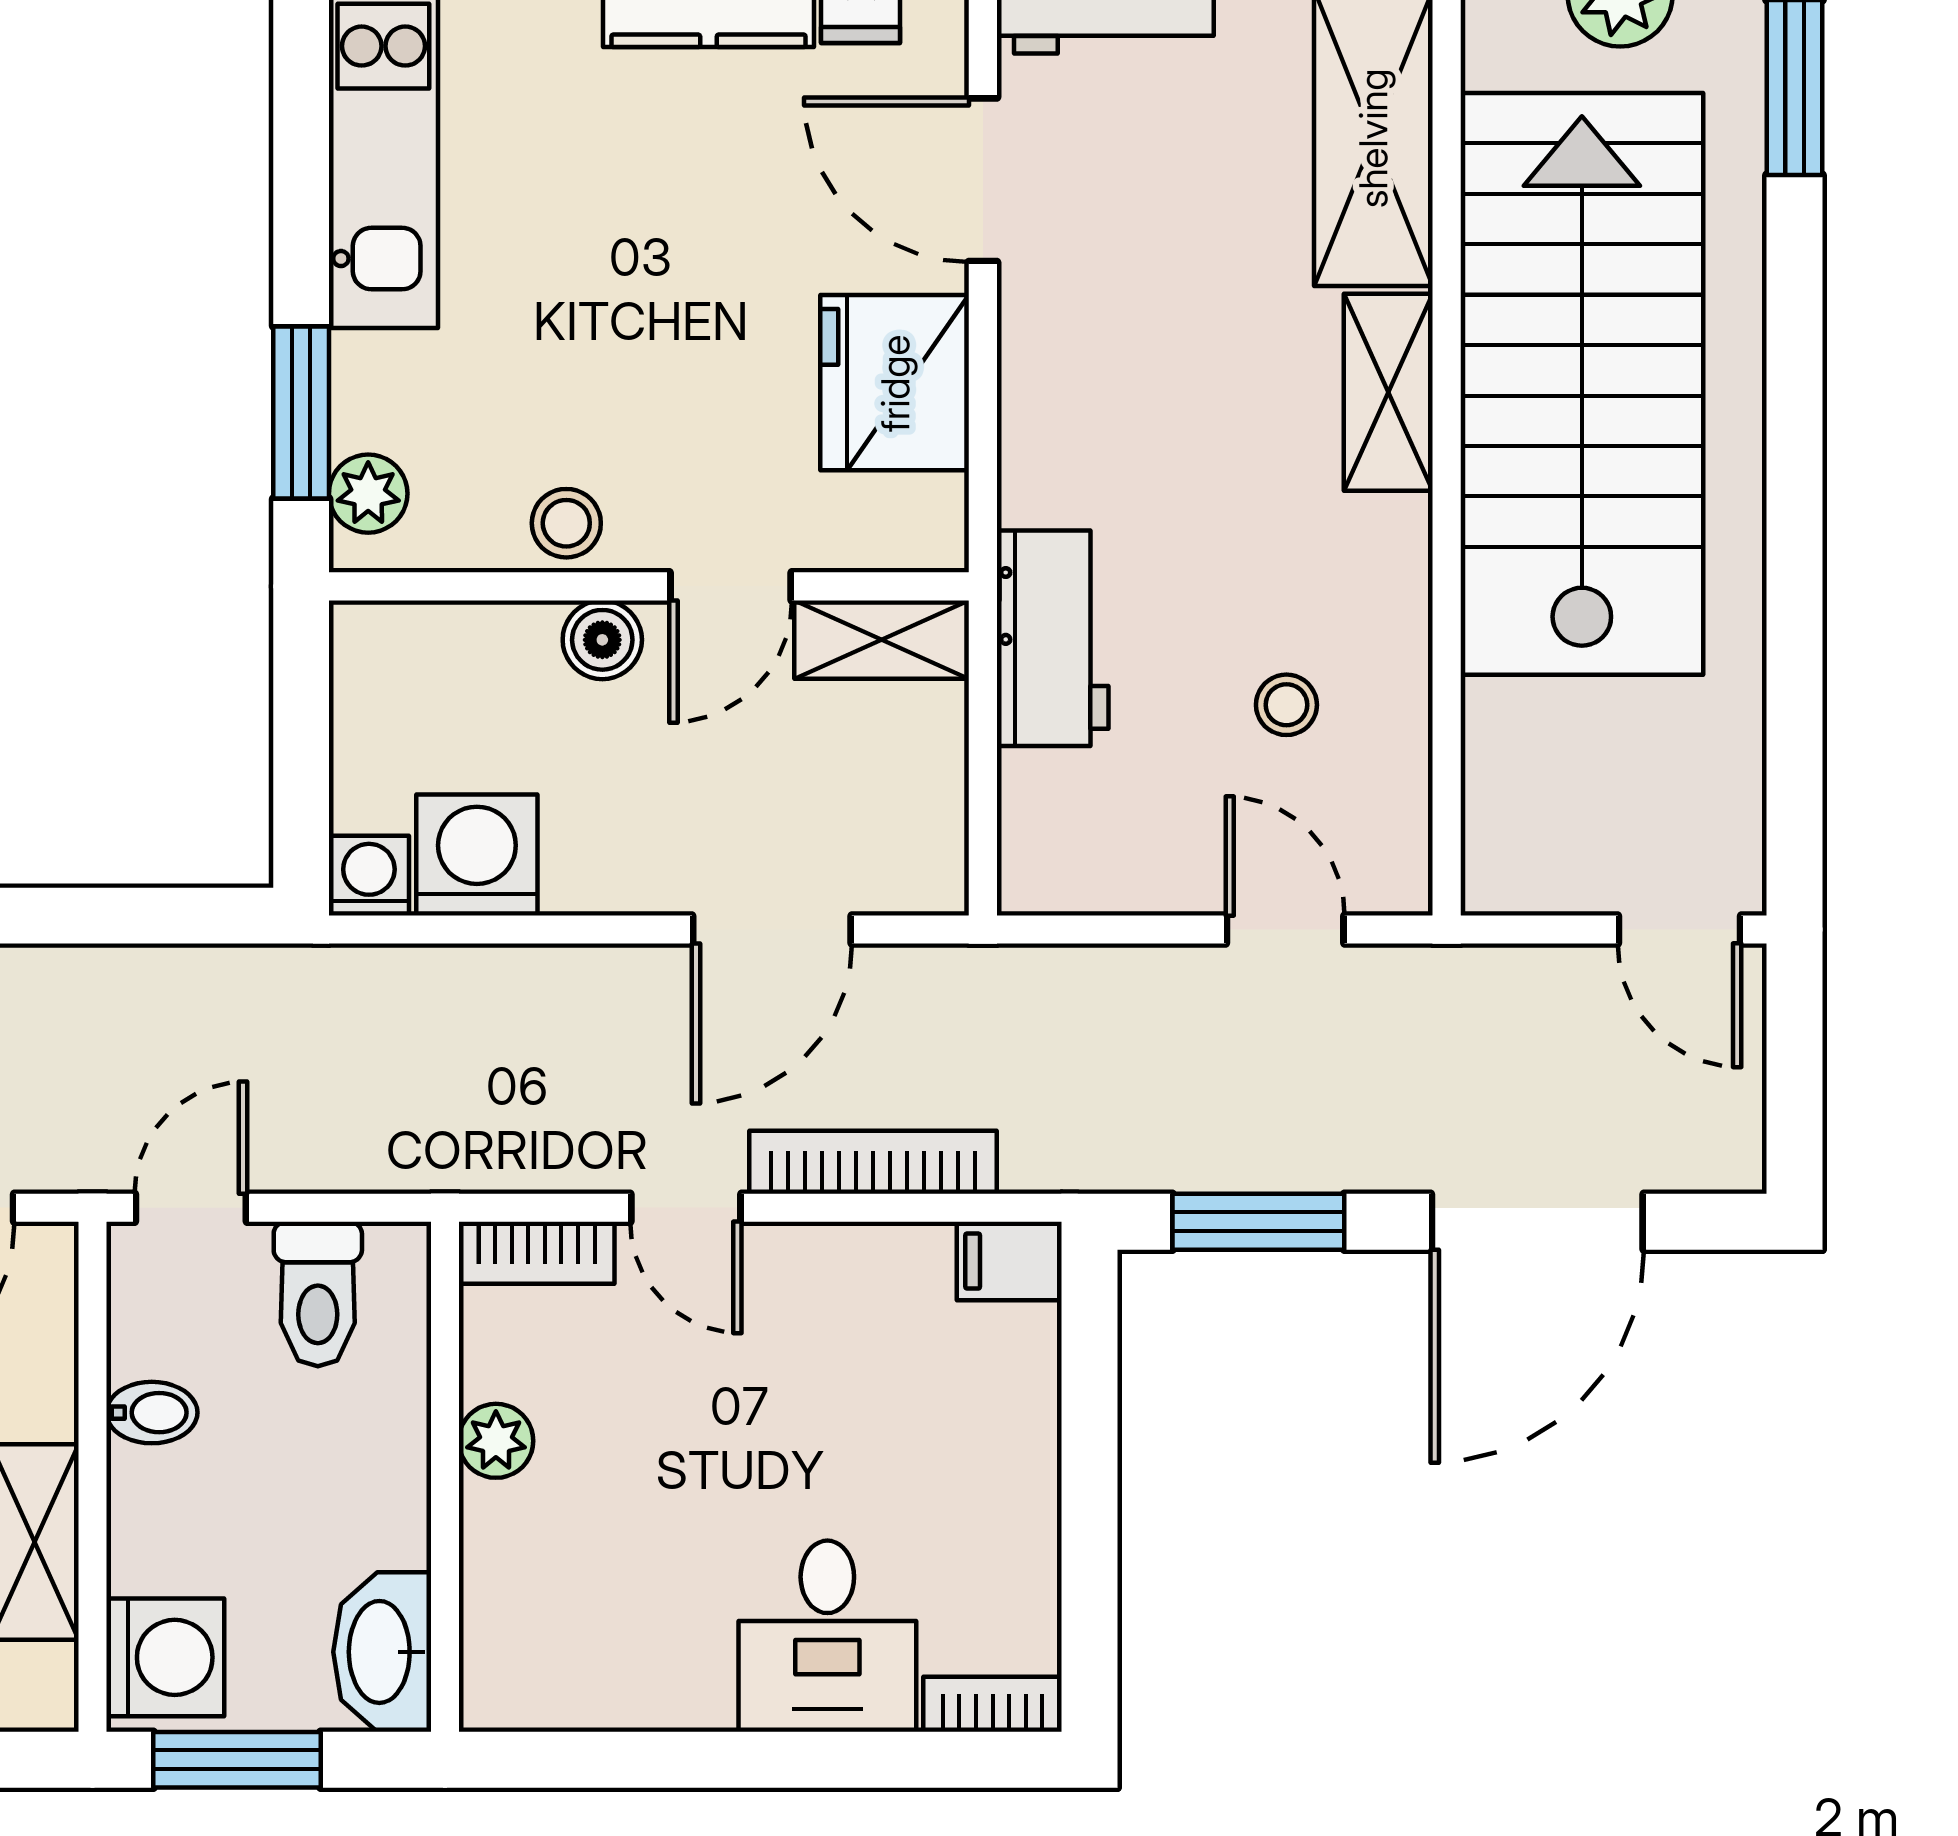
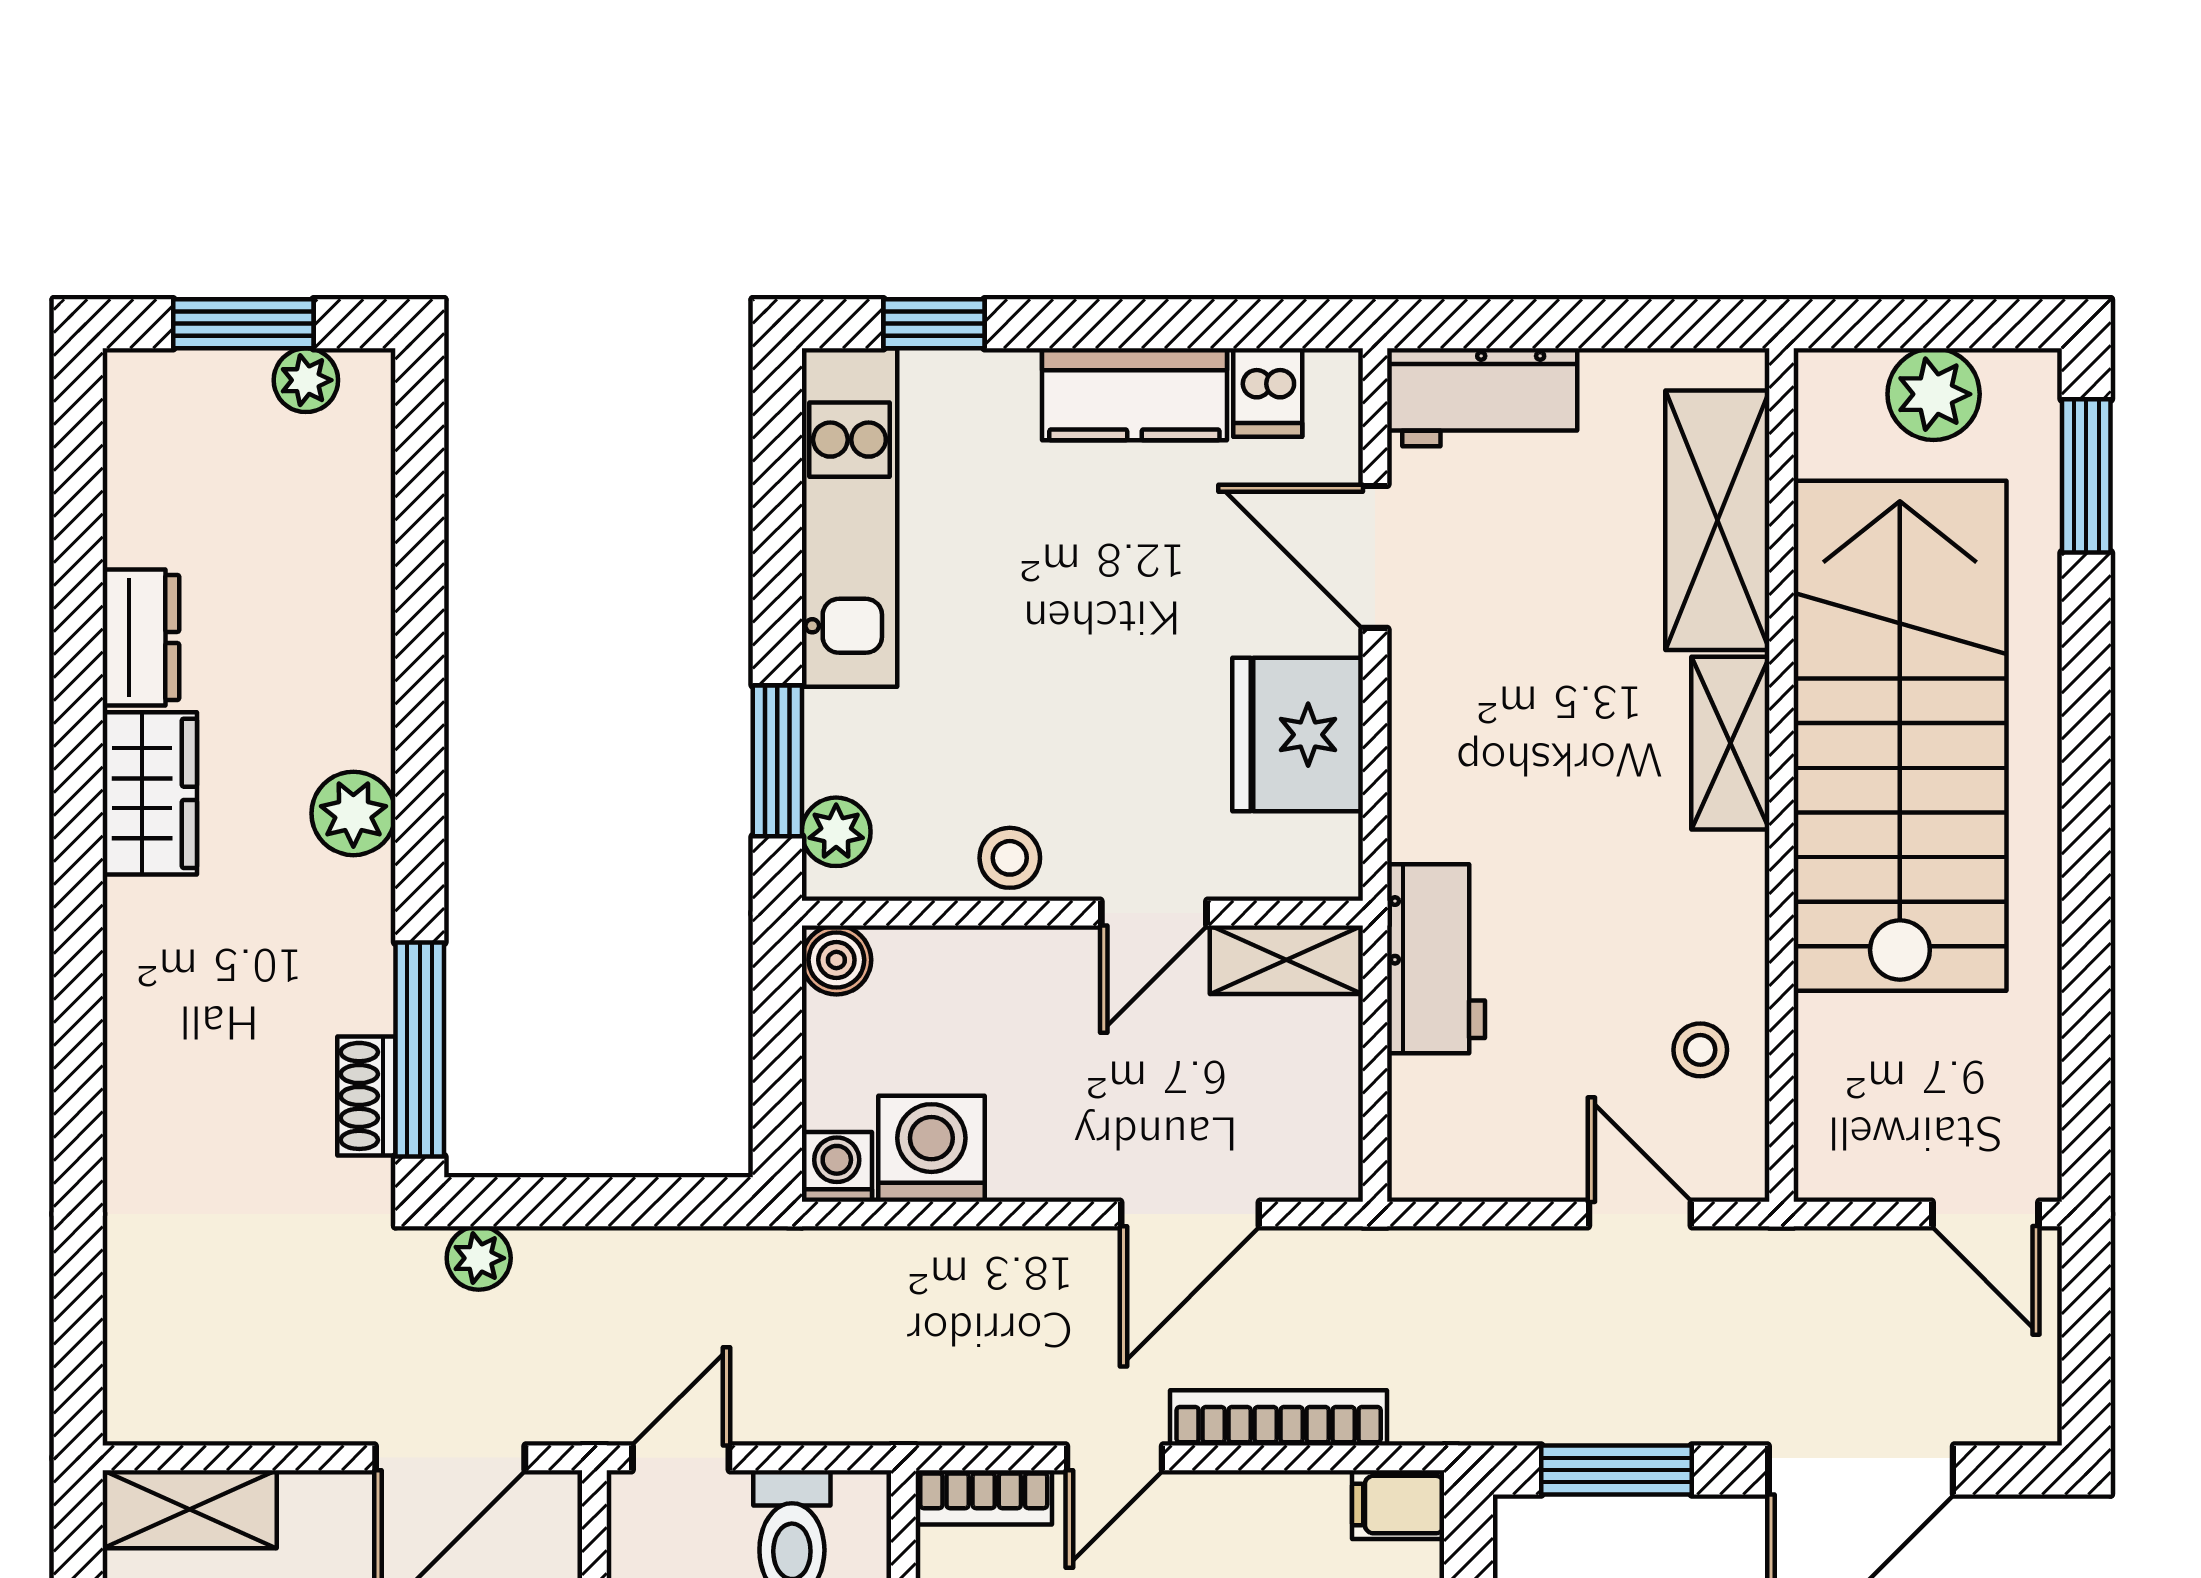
boiler: (602, 640) -> (836, 960), moved
stool: (1286, 705) -> (1700, 1050), moved
door: (686, 1208) -> (1115, 1458), hinge flipped

